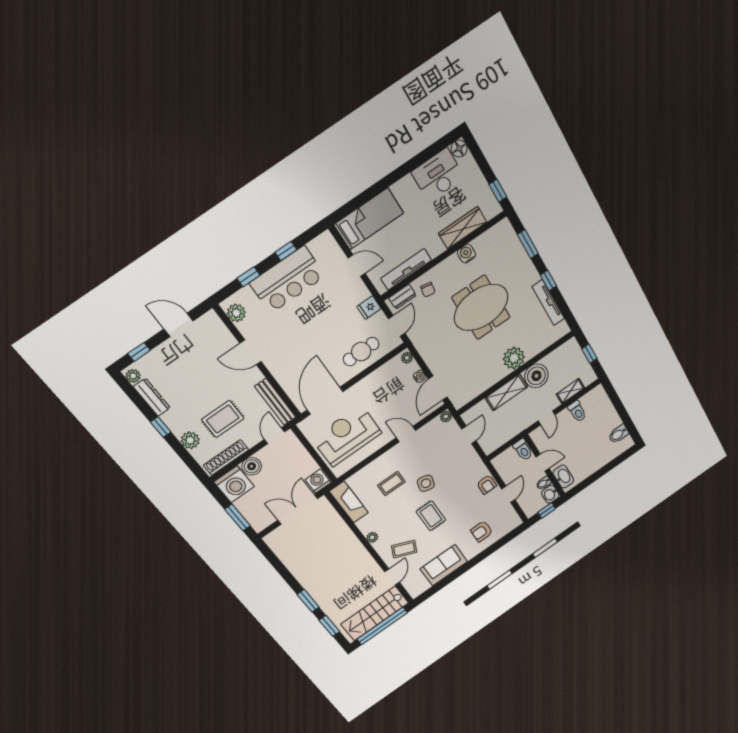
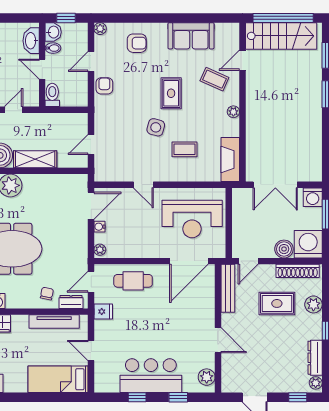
plant: (446, 416) -> (100, 29), moved
washing machine: (318, 481) -> (313, 197), moved

